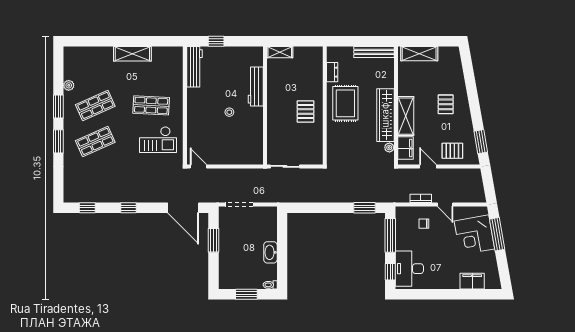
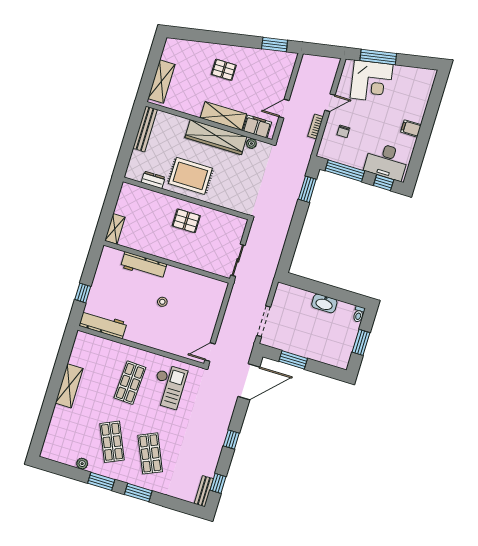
pallet: (452, 151) -> (275, 78), removed
bench: (77, 198) -> (204, 491), added
filing cabinet: (472, 281) -> (411, 128), moved, width x0.50

